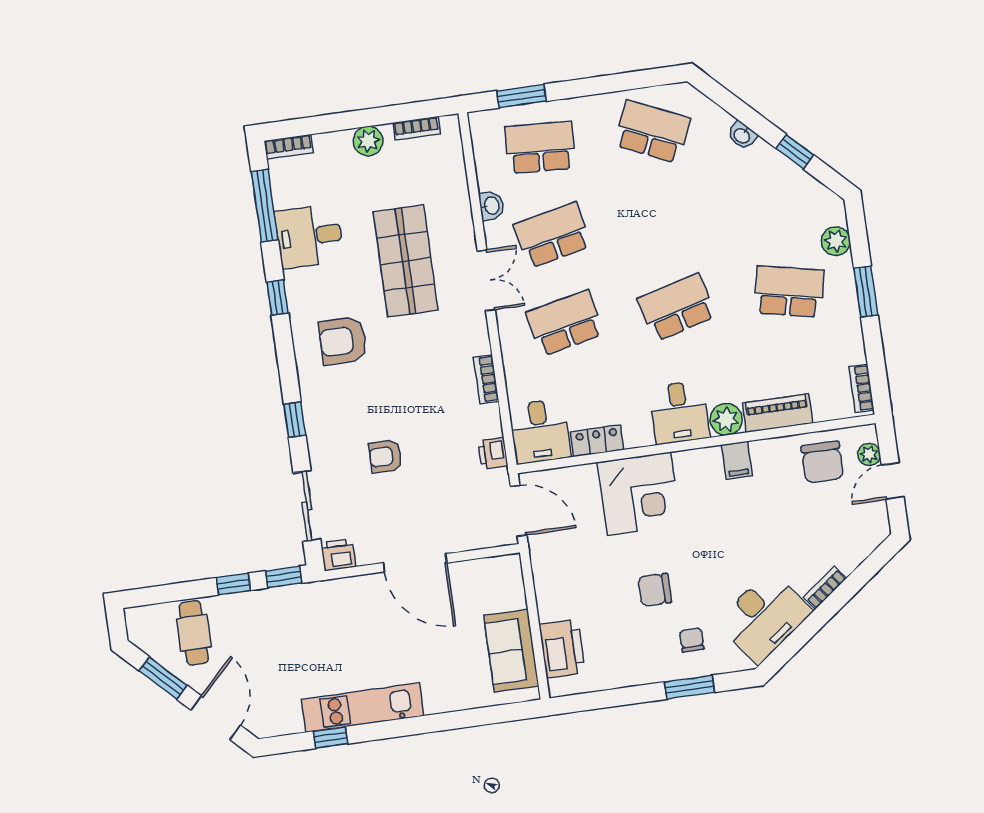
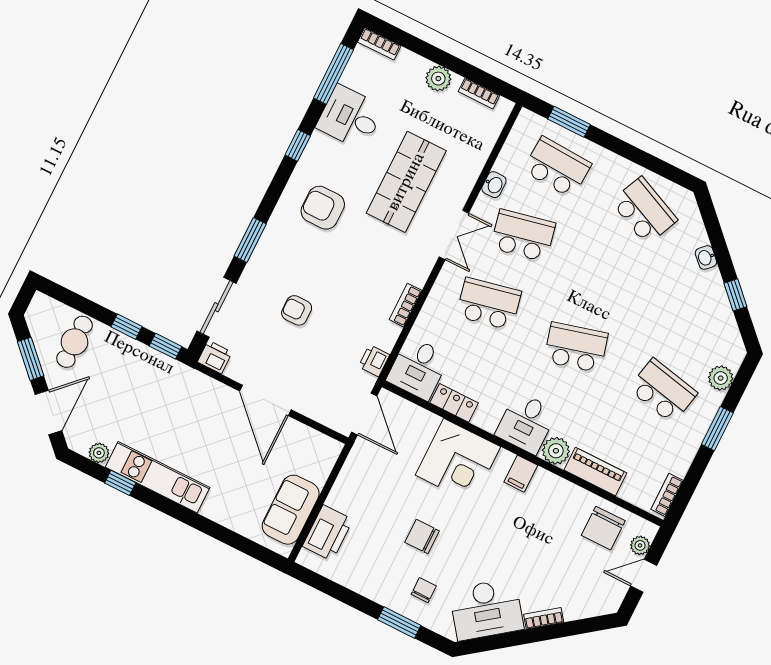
window: (295, 420) -> (250, 240), width x1.50
filing cabinet: (737, 460) -> (521, 474), moved
plant: (290, 723) -> (99, 453), added

